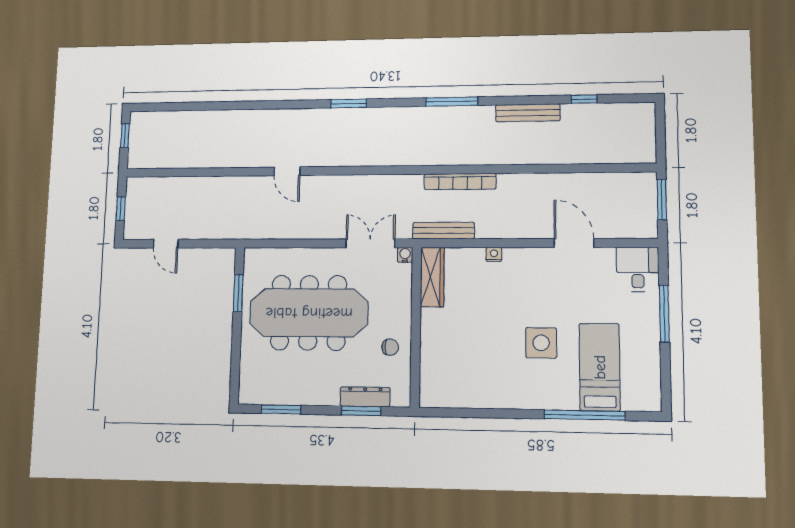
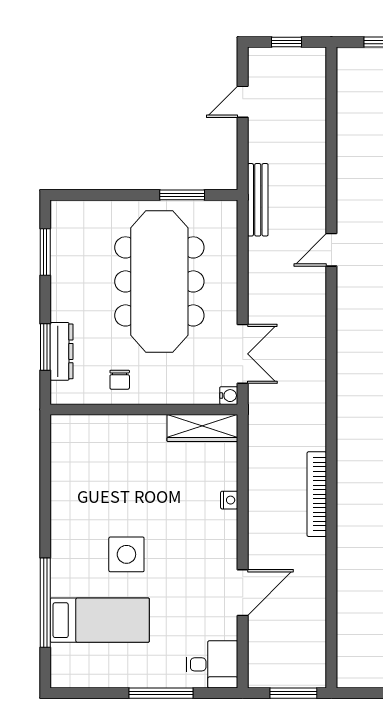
bookcase: (460, 182) -> (317, 494), moved
bench: (444, 231) -> (258, 200), moved

